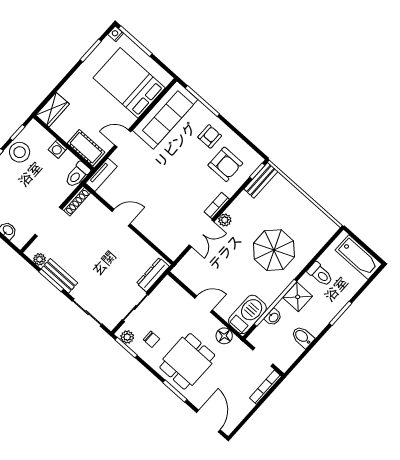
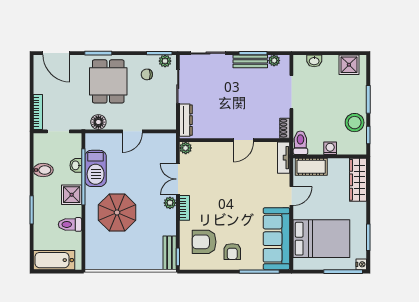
wardrobe: (53, 110) -> (358, 180), width x1.50
shoe rack: (76, 201) -> (285, 128), width x0.70
plant: (173, 253) -> (186, 148), added
barbecue: (247, 314) -> (96, 168), moved

